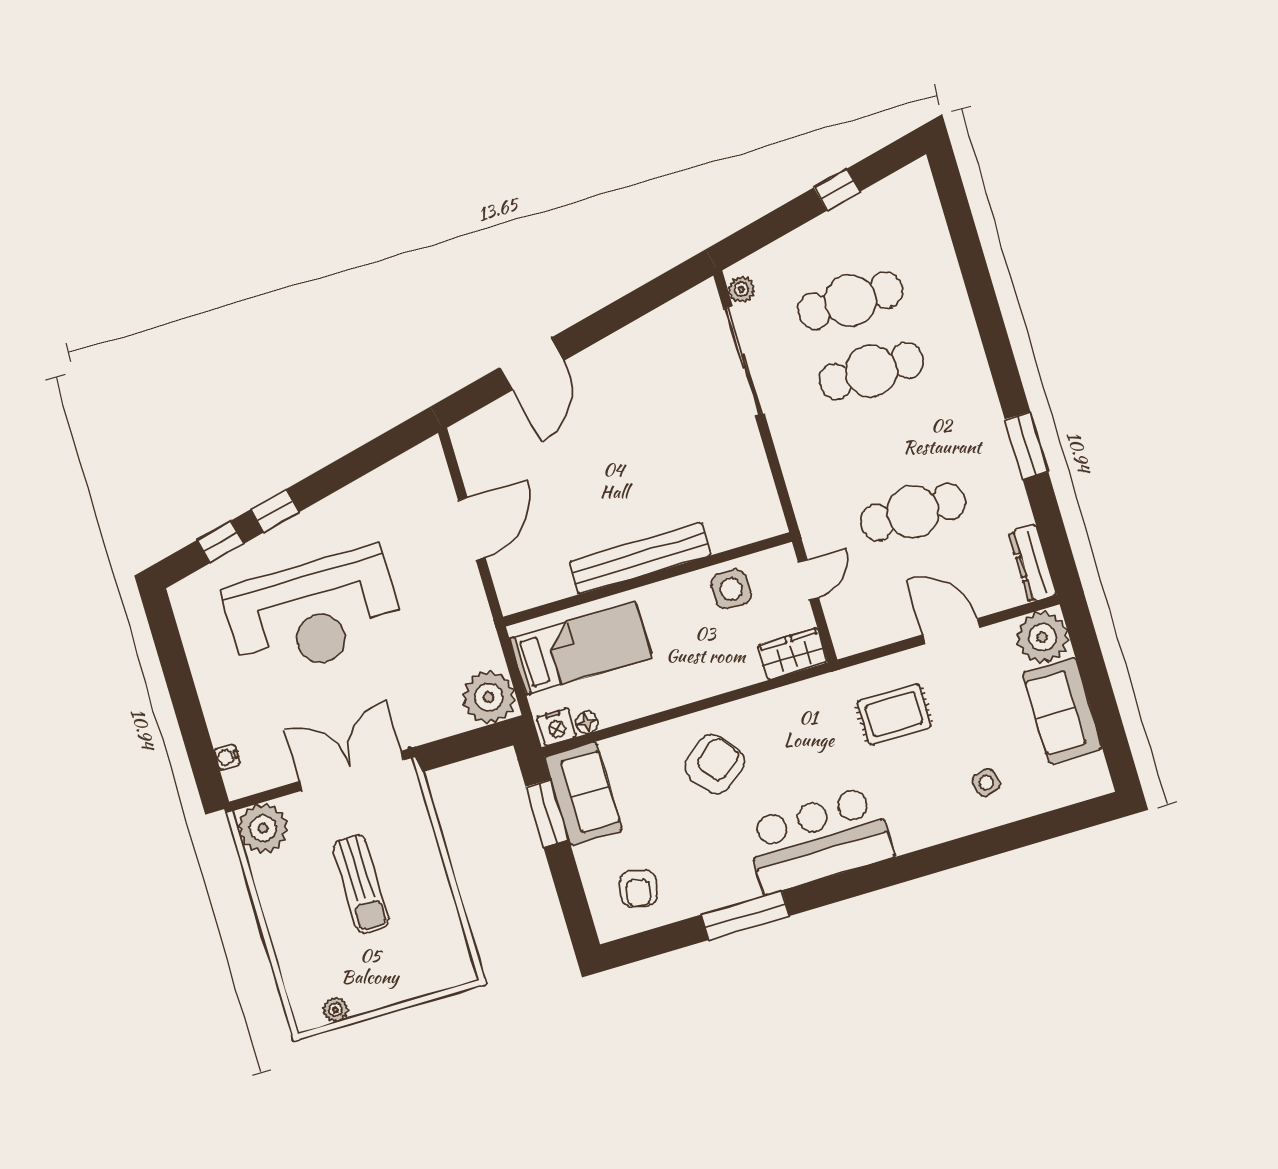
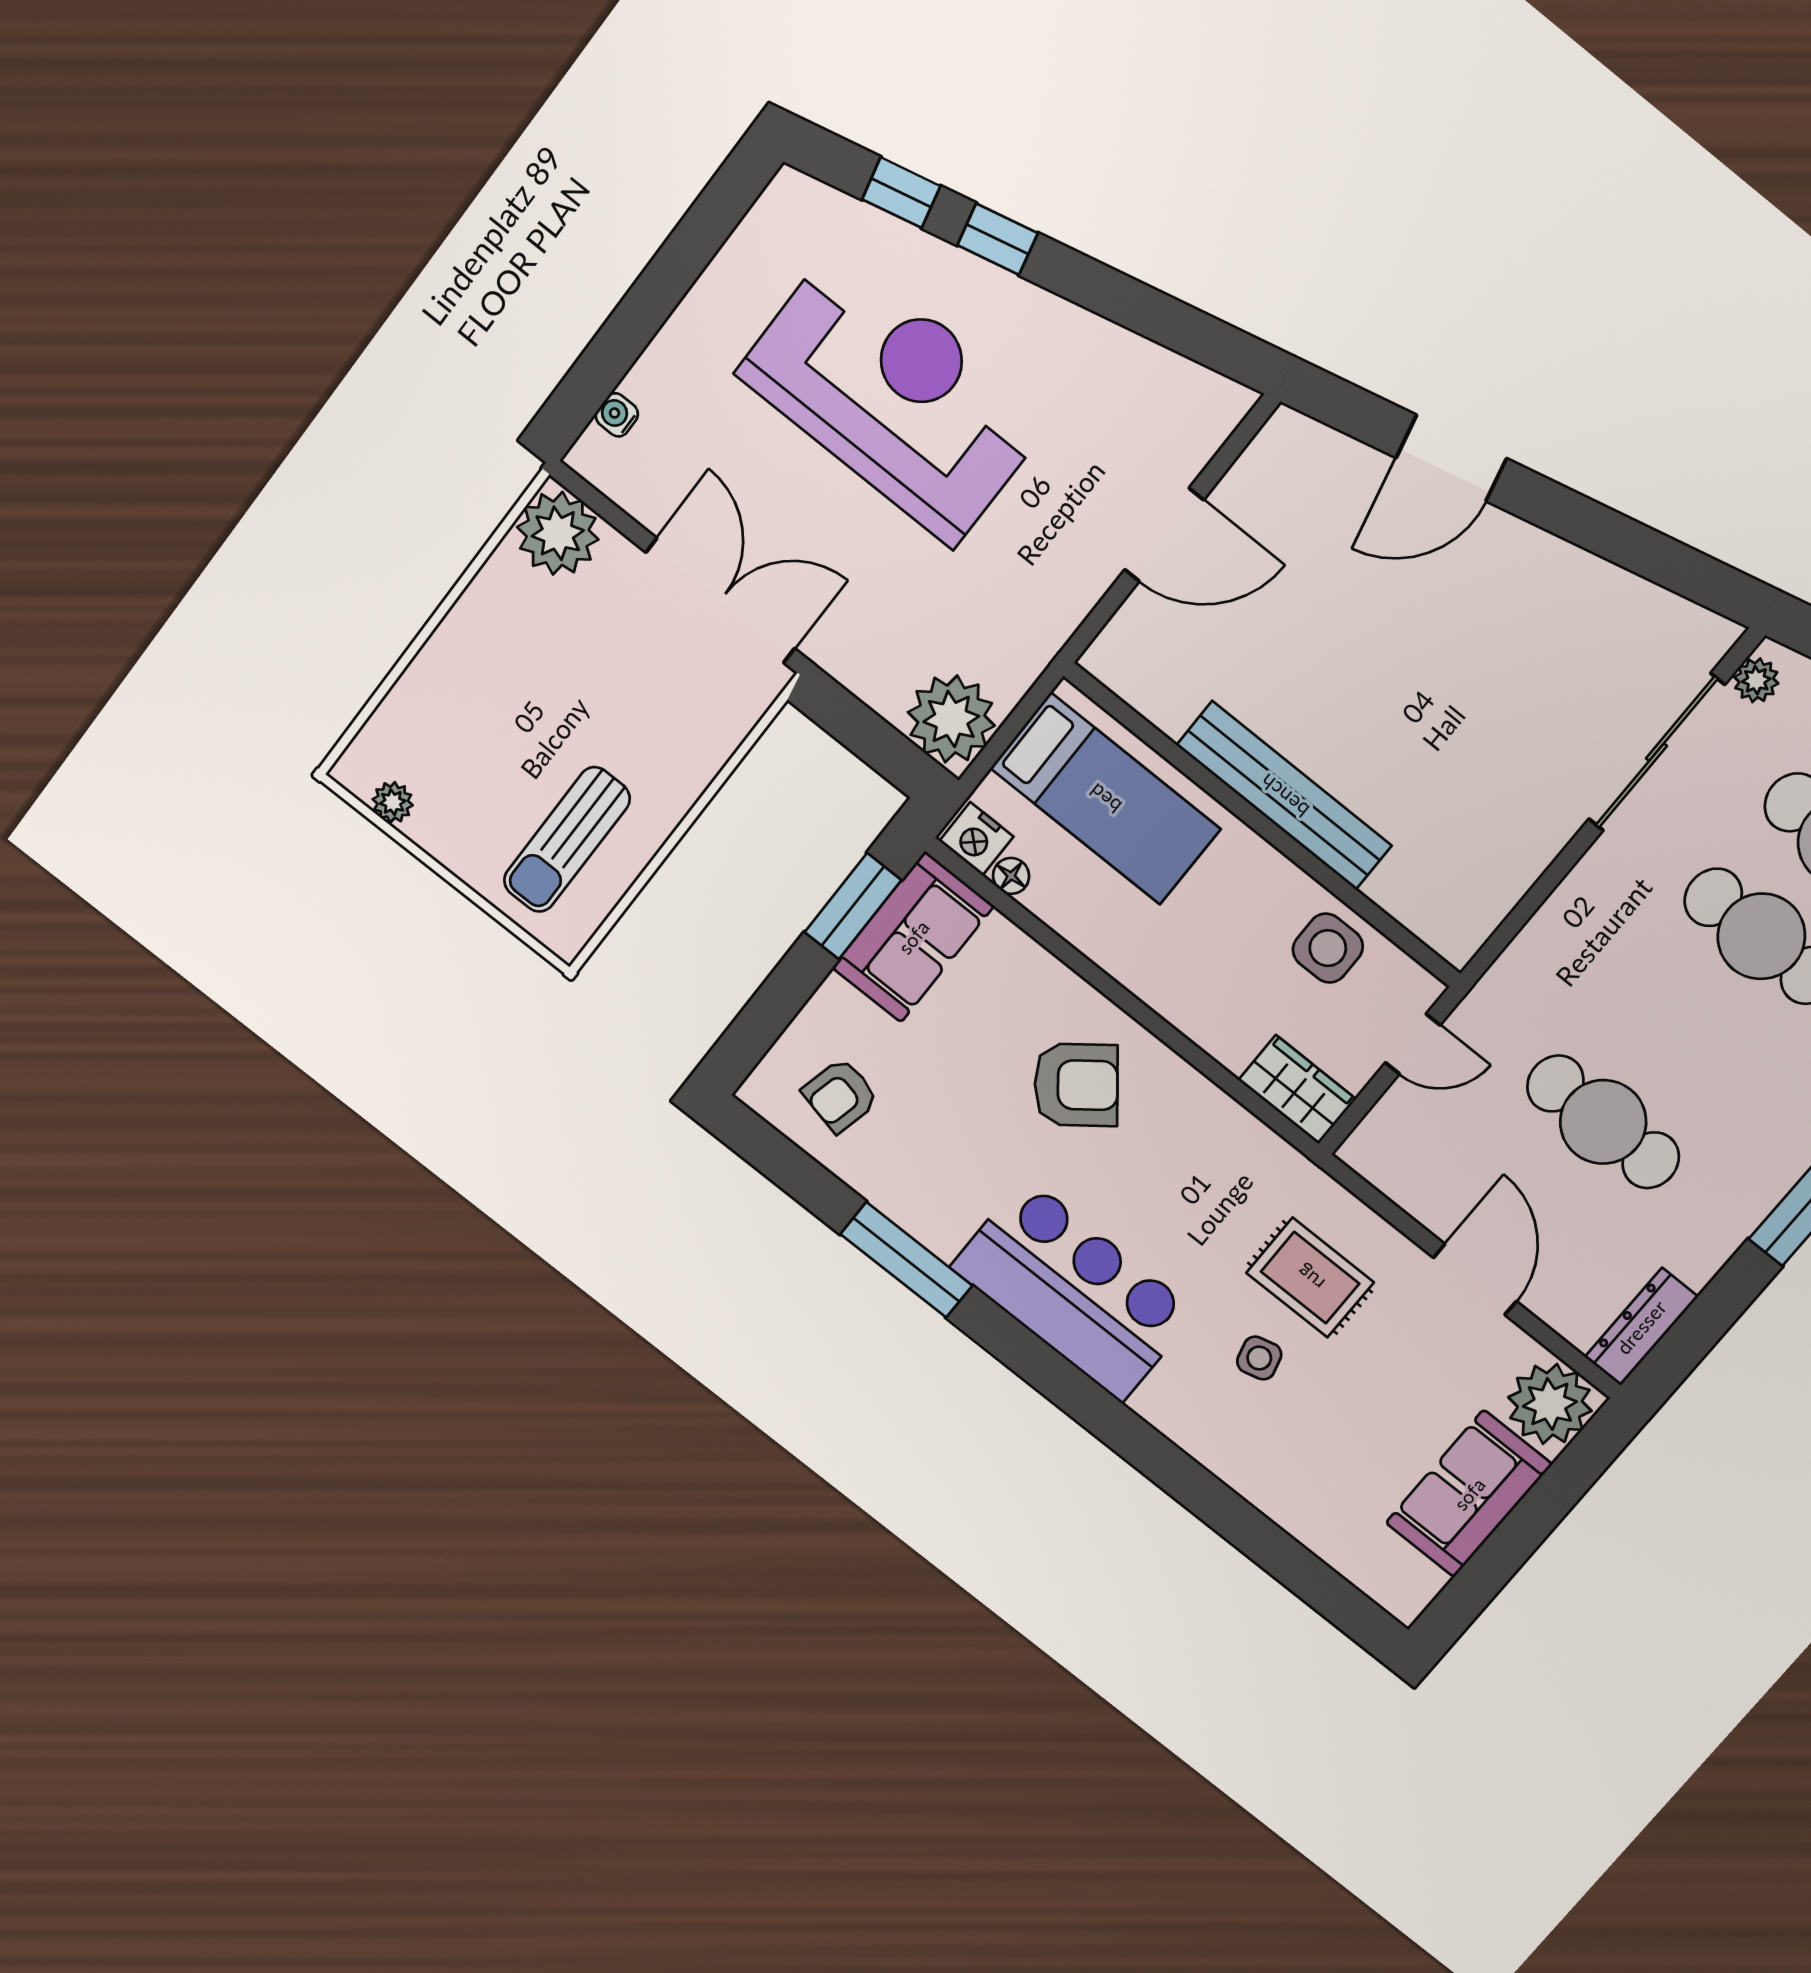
reception desk: (313, 613) -> (895, 396), turned 180
side table: (986, 783) -> (1259, 1358), moved
sun lounger: (361, 884) -> (567, 840), moved

